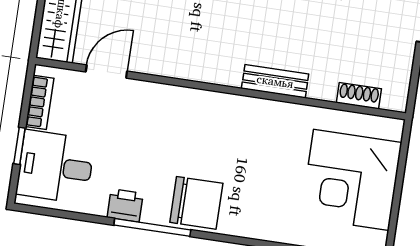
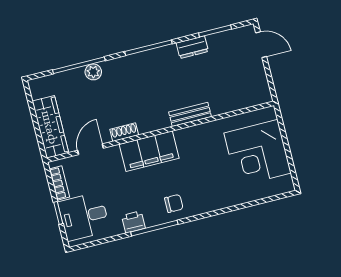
shoe rack: (359, 96) -> (124, 132), moved
filing cabinet: (192, 110) -> (149, 151), added
chair: (196, 203) -> (174, 203), width x0.54, depth x0.54

